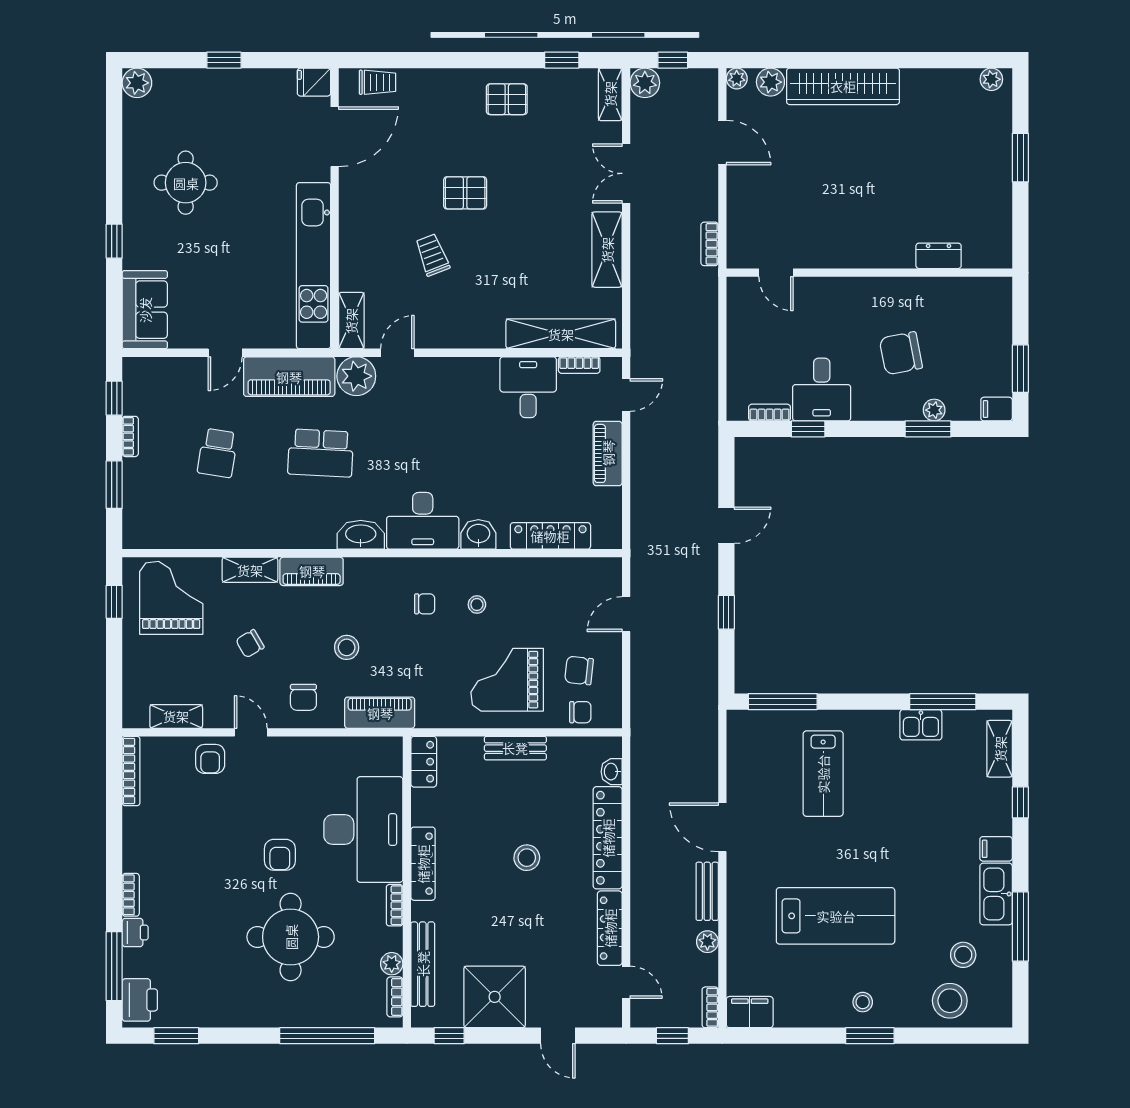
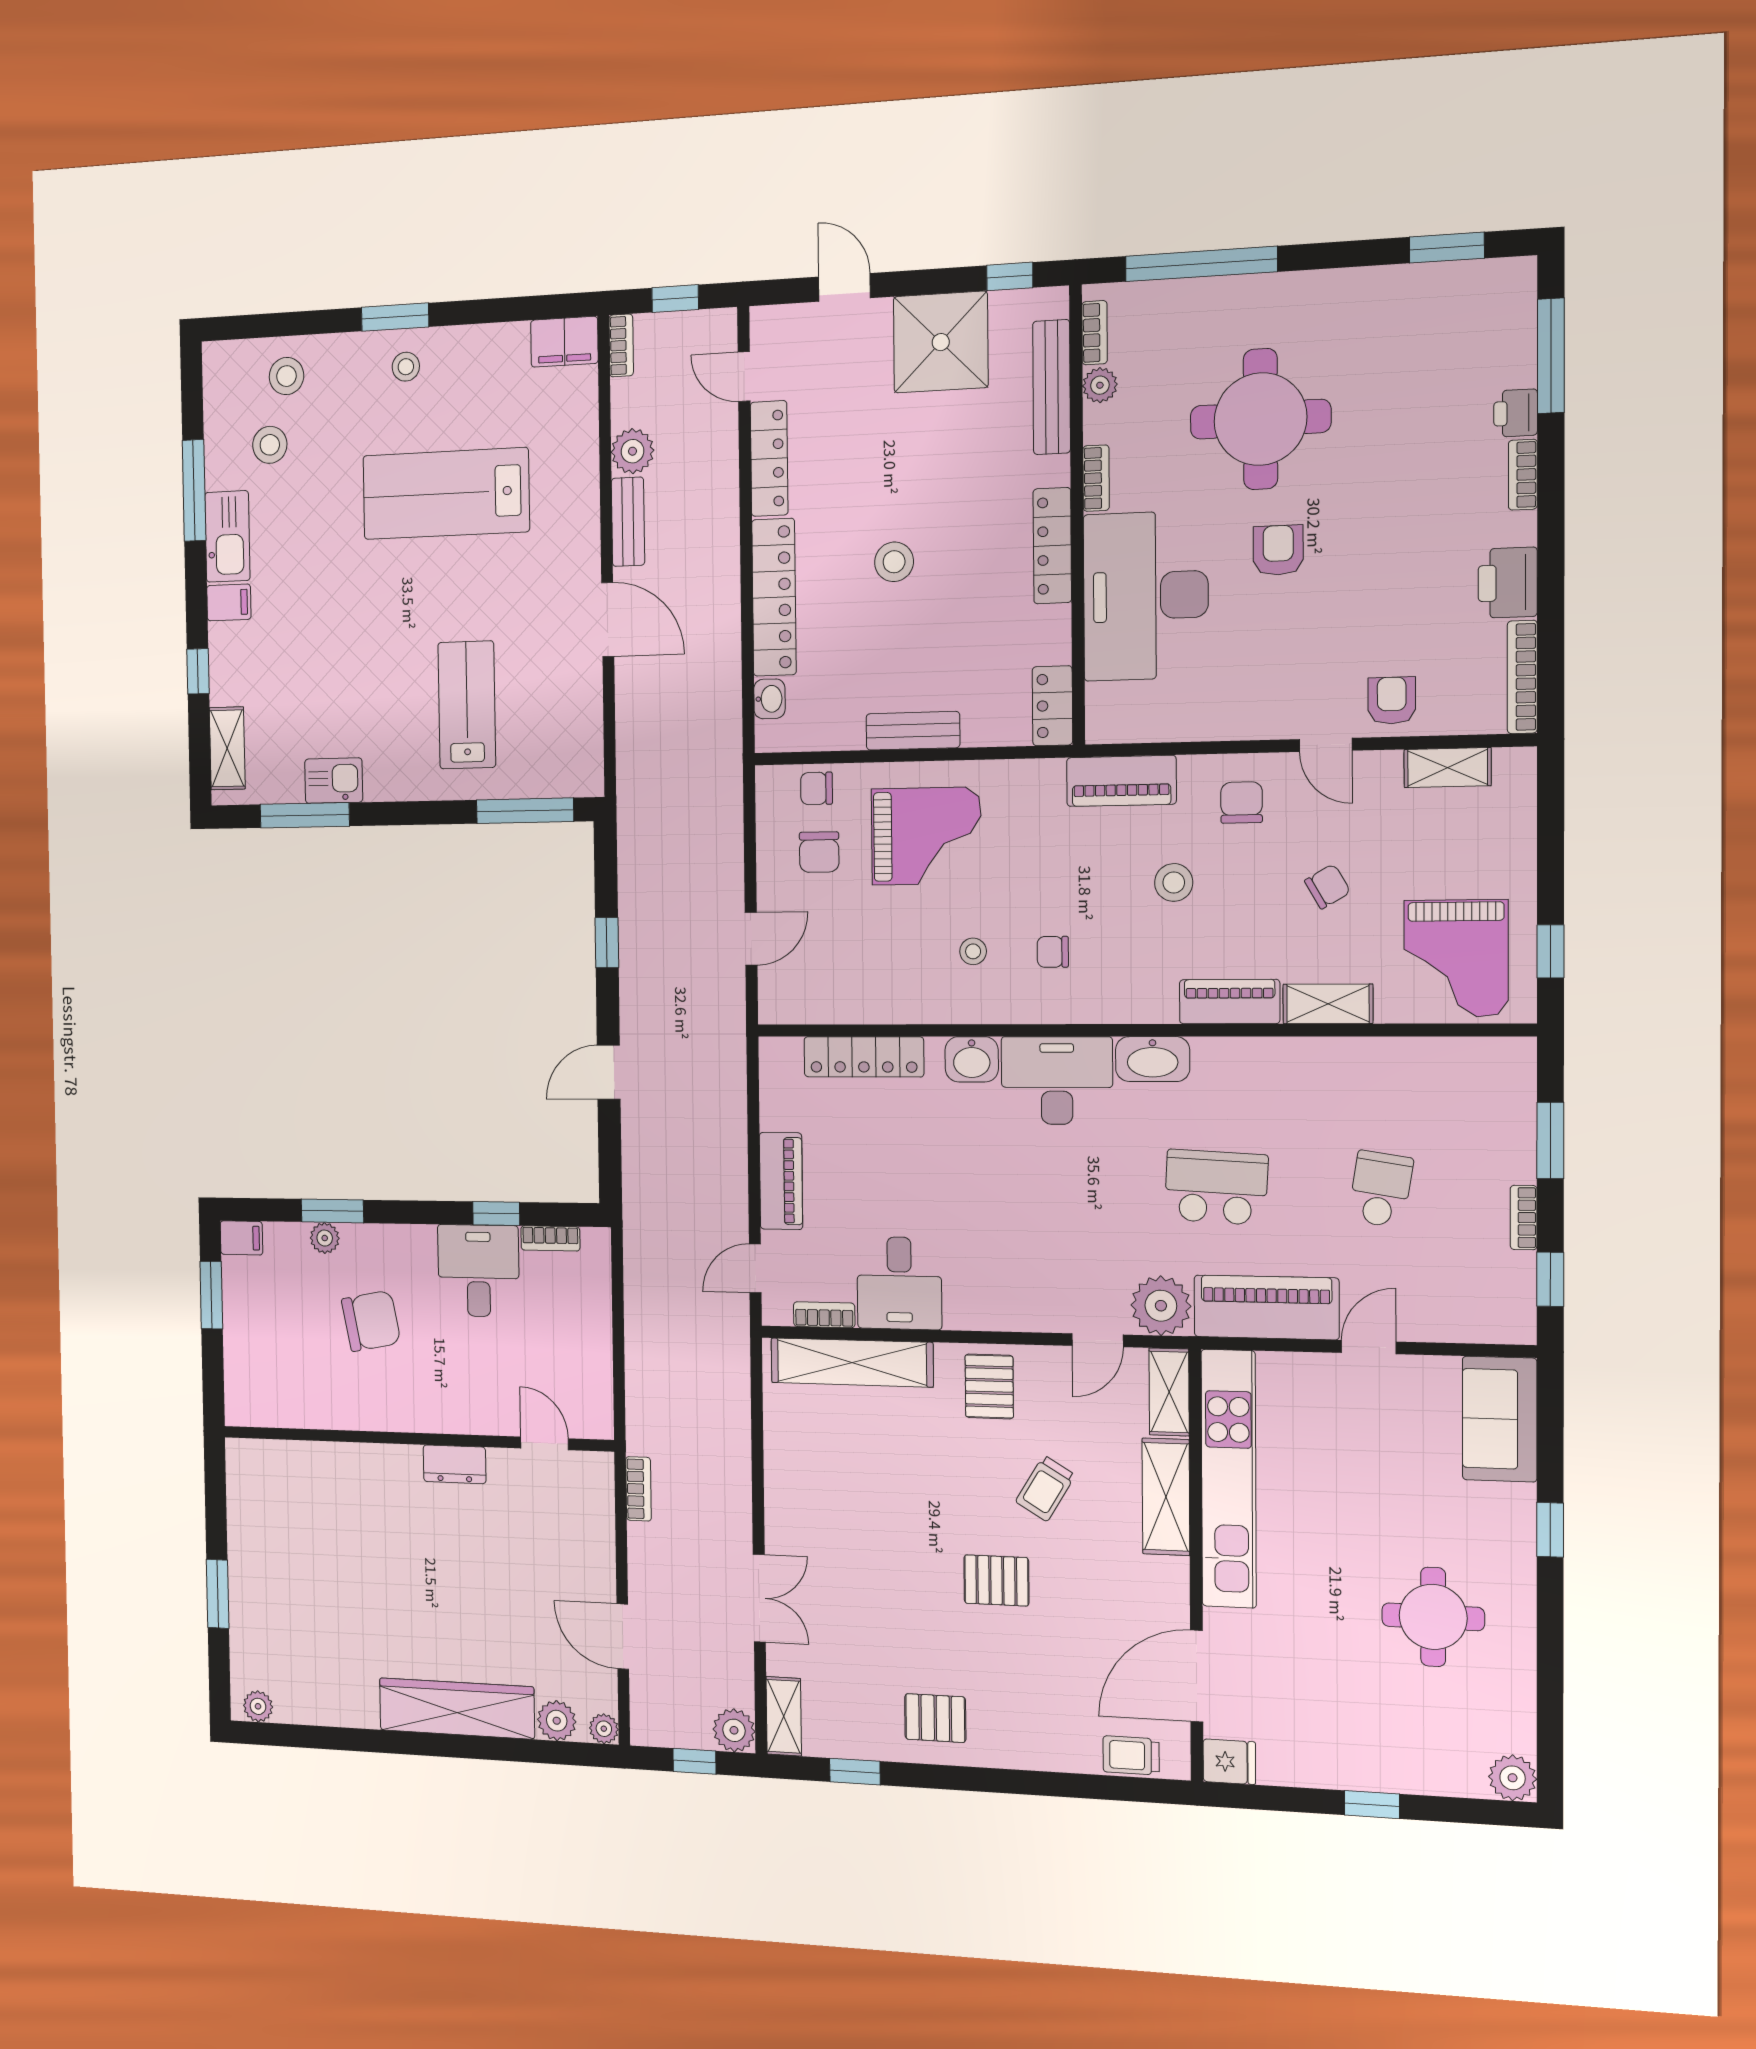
shelving: (607, 250) -> (1166, 1497), moved
trolley: (432, 255) -> (1045, 1488), turned 52
dresser: (939, 256) -> (455, 1464), moved
pallet: (469, 321) -> (989, 1386), added
chair: (579, 670) -> (819, 852), turned 84
plant: (707, 942) -> (633, 451), width x1.38, depth x1.38
printer: (140, 1000) -> (1508, 583), moved
stool: (950, 1001) -> (286, 376), width x0.73, depth x0.73

